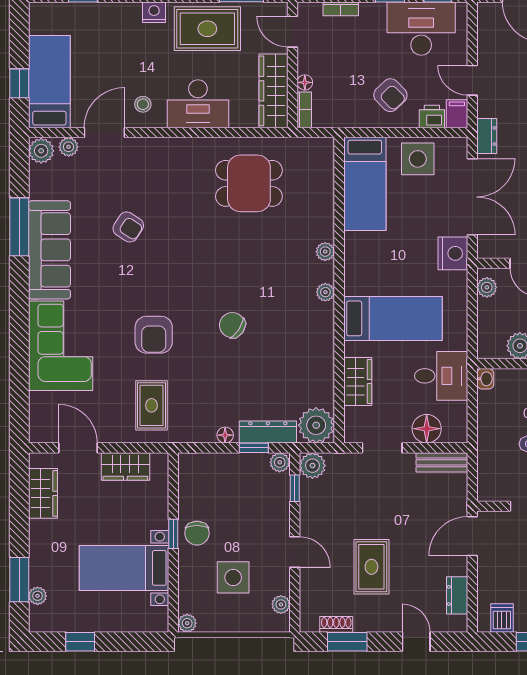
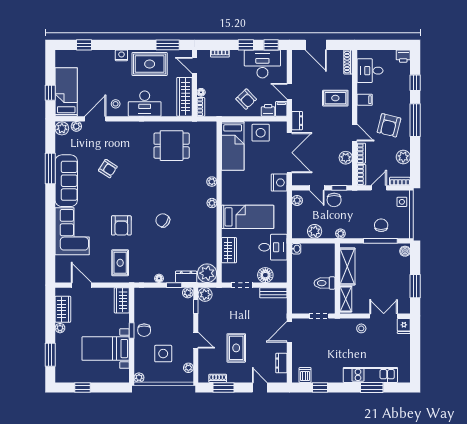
dresser: (268, 432) -> (186, 277), width x0.70
wardrobe: (125, 466) -> (122, 300), moved, turned 90
plant: (38, 596) -> (60, 328), moved

